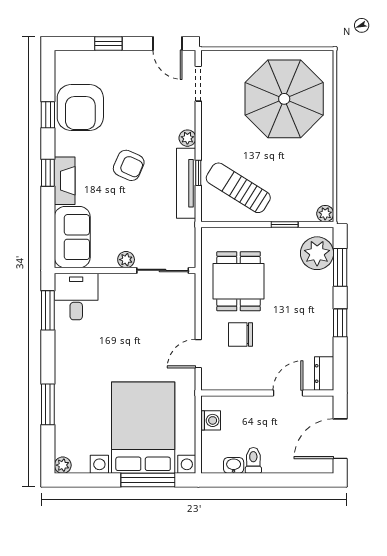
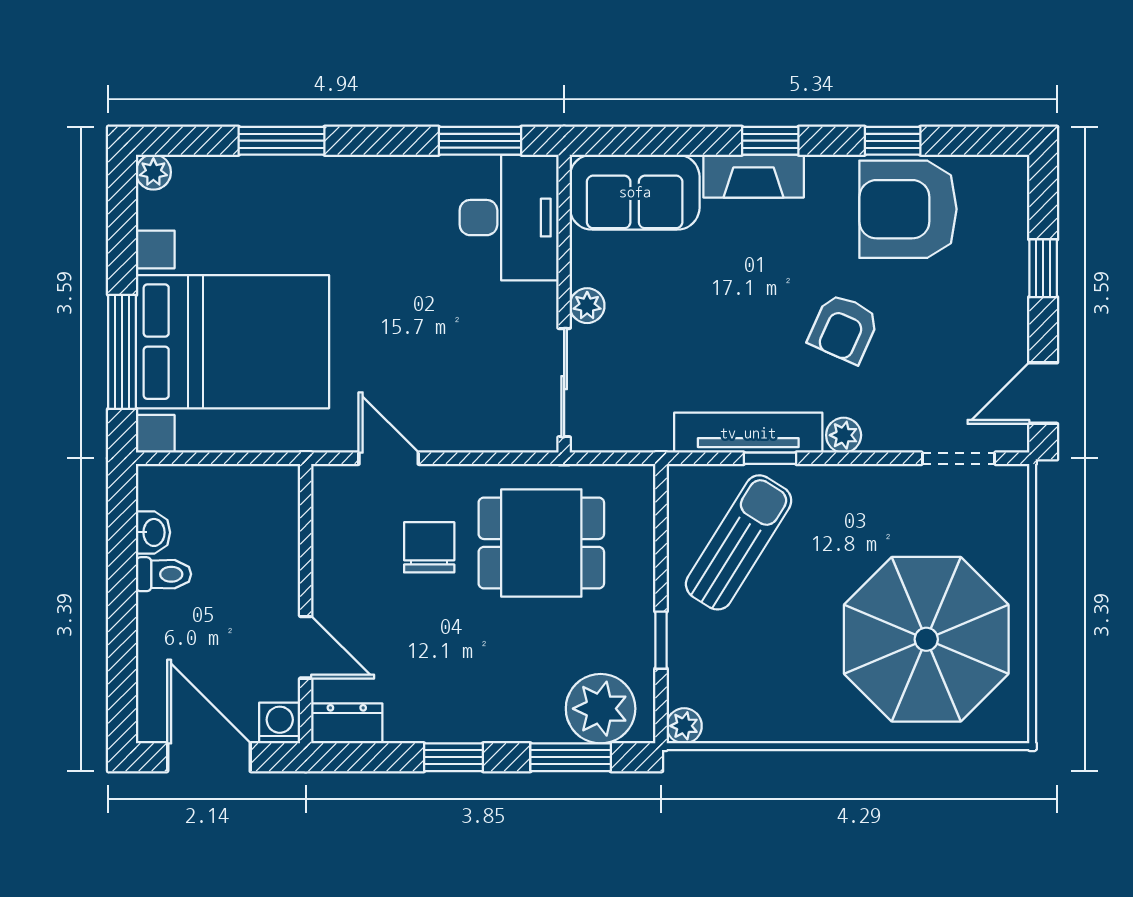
armchair: (129, 165) -> (844, 328), moved
desk: (76, 297) -> (509, 218), width x1.37
washing machine: (211, 420) -> (280, 723), moved, turned 180

